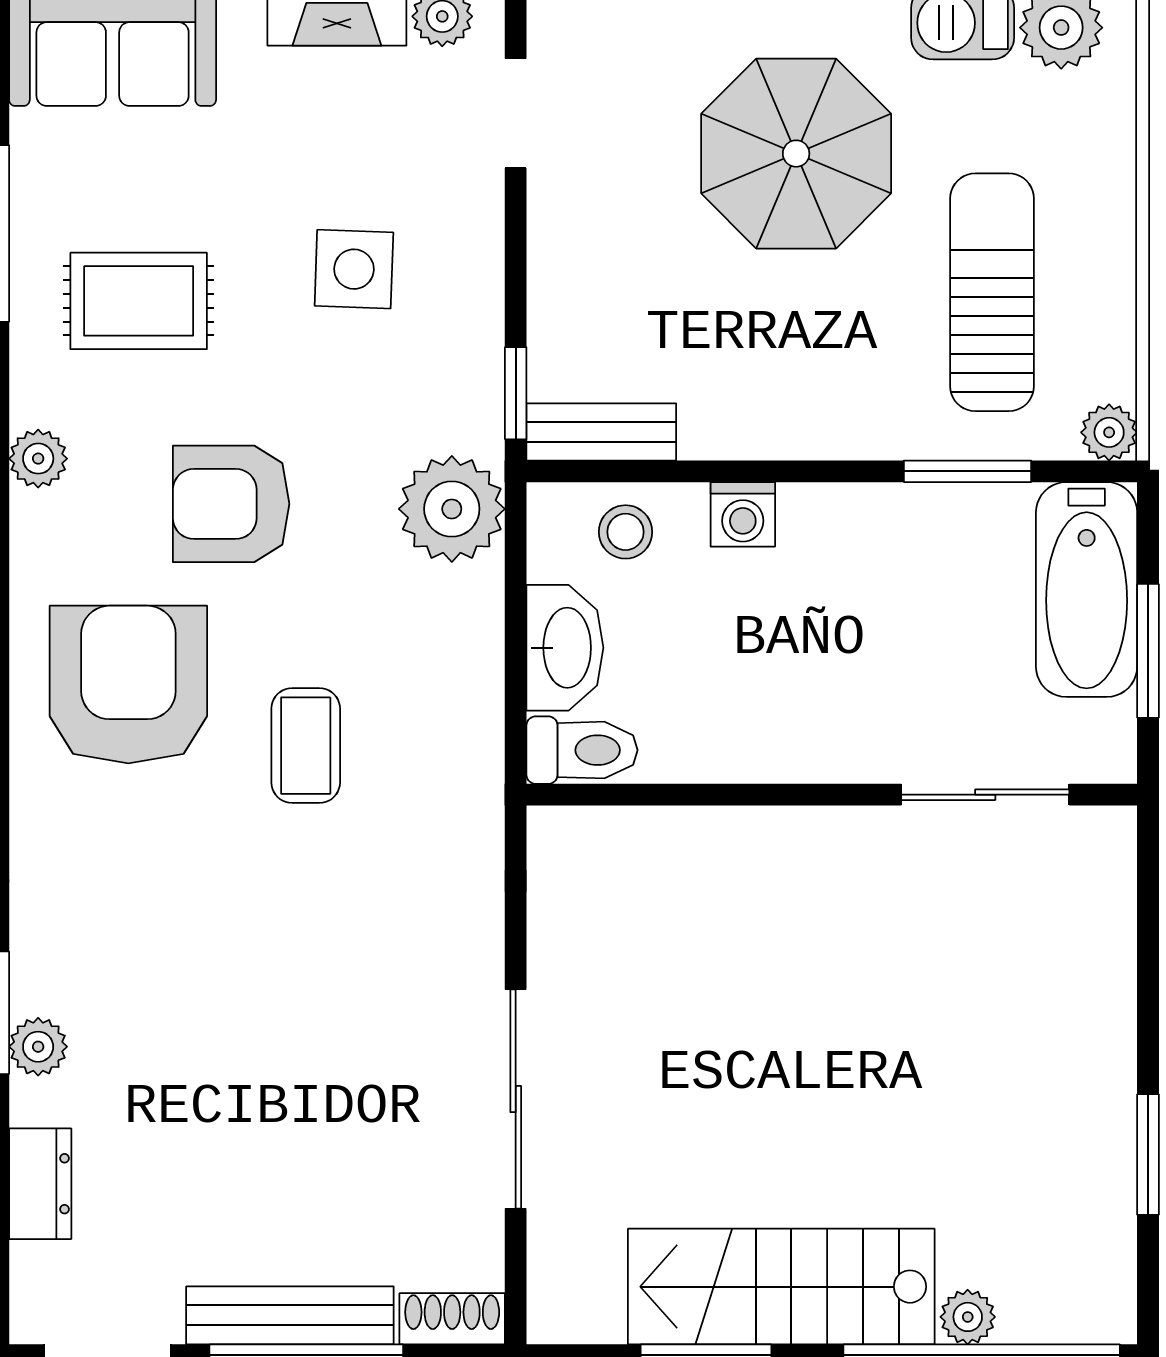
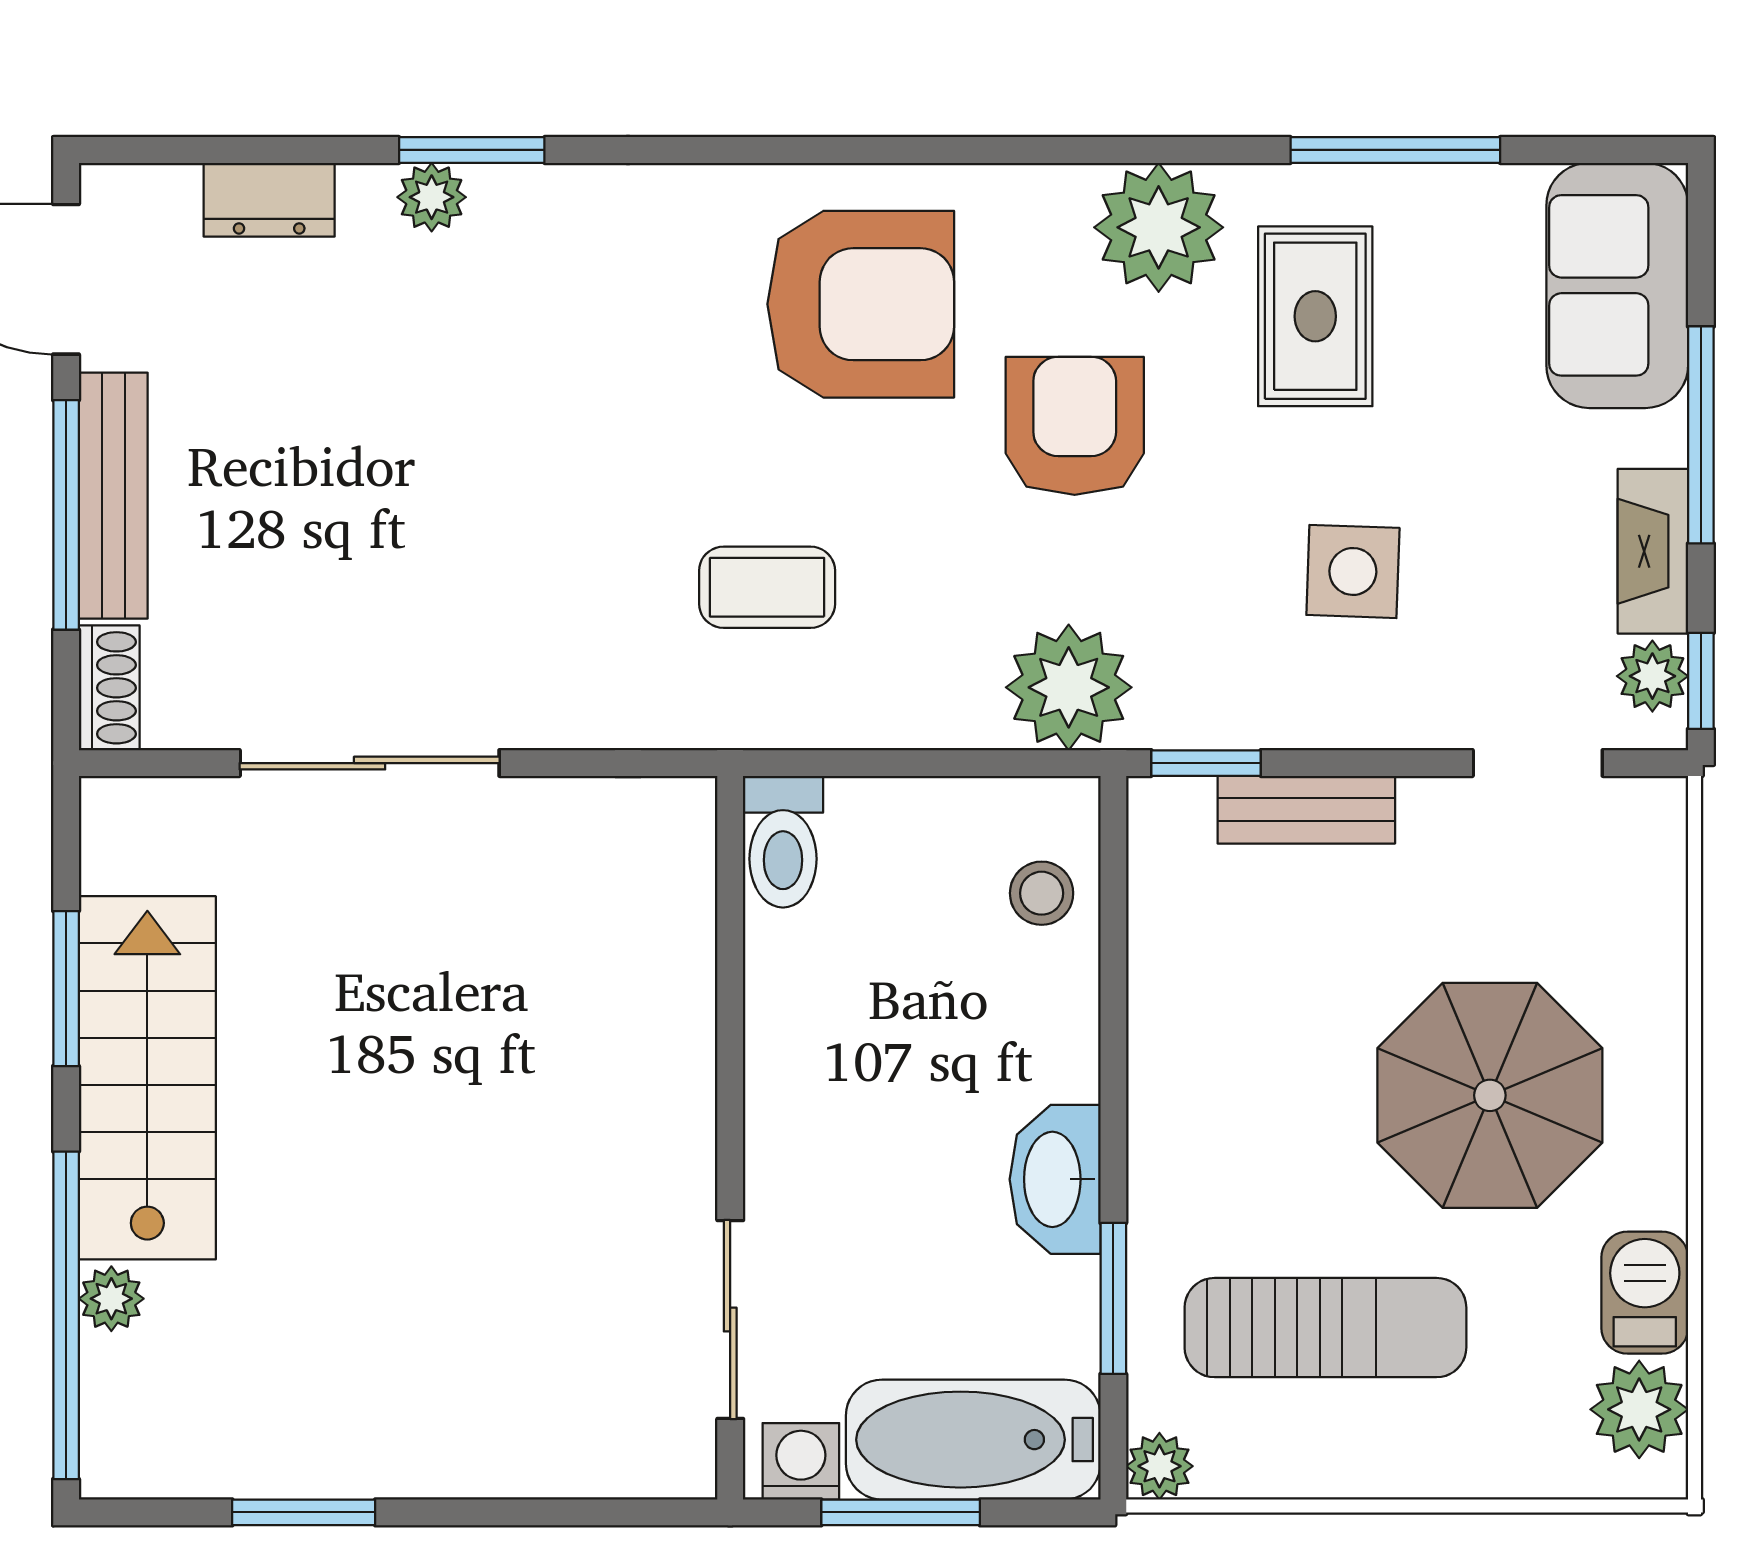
bench: (601, 432) -> (1306, 810), moved, turned 90
plant: (38, 459) -> (1159, 227), width x1.88, depth x1.88
washing machine: (743, 514) -> (801, 1461), moved, turned 90
washbasin: (565, 648) -> (1055, 1179), moved, turned 90
coffee table: (306, 746) -> (767, 587), moved

